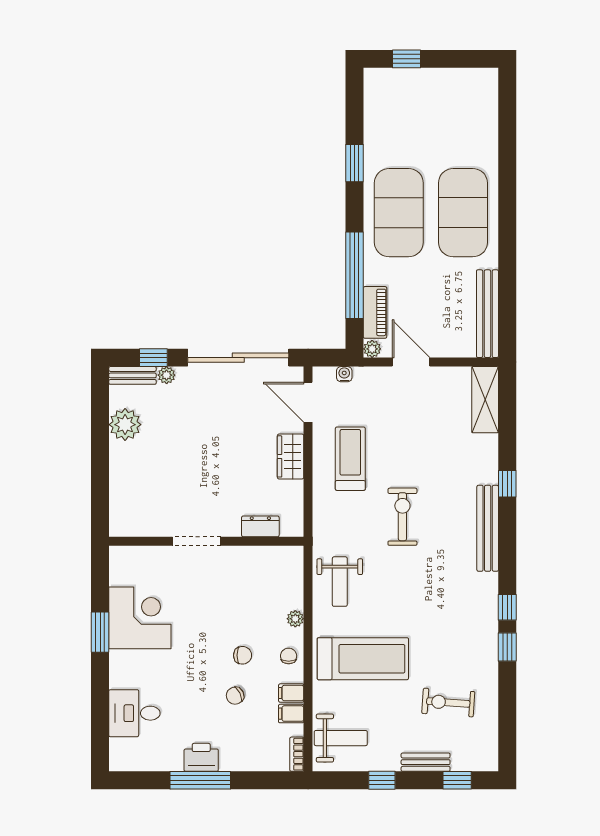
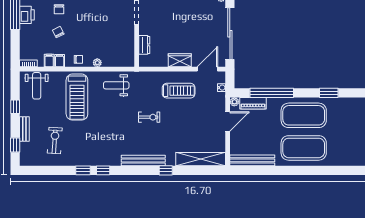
shelving: (485, 400) -> (201, 159), width x1.47
exercise bike: (402, 517) -> (149, 117), width x0.73, depth x0.72
chair: (243, 655) -> (59, 9), moved

